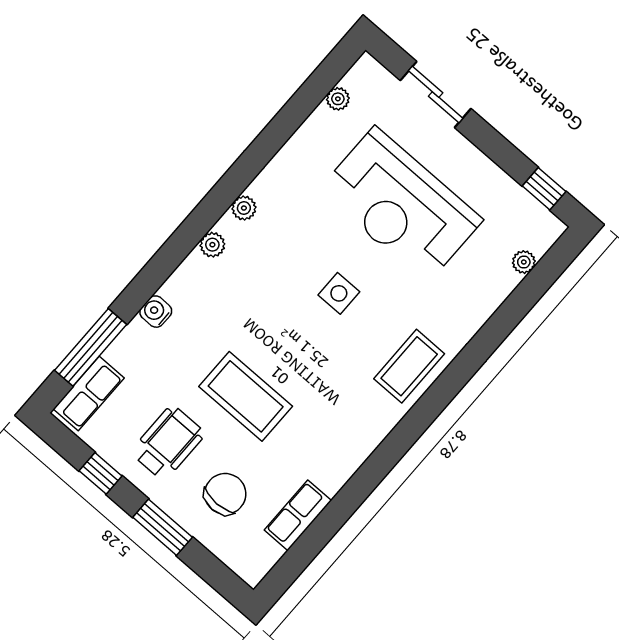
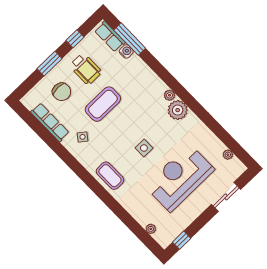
plant: (244, 208) -> (178, 110), width x1.87, depth x1.87
water cooler: (156, 312) -> (126, 51), moved
side table: (325, 437) -> (83, 137), added
row of seats: (298, 515) -> (50, 122), width x1.48

